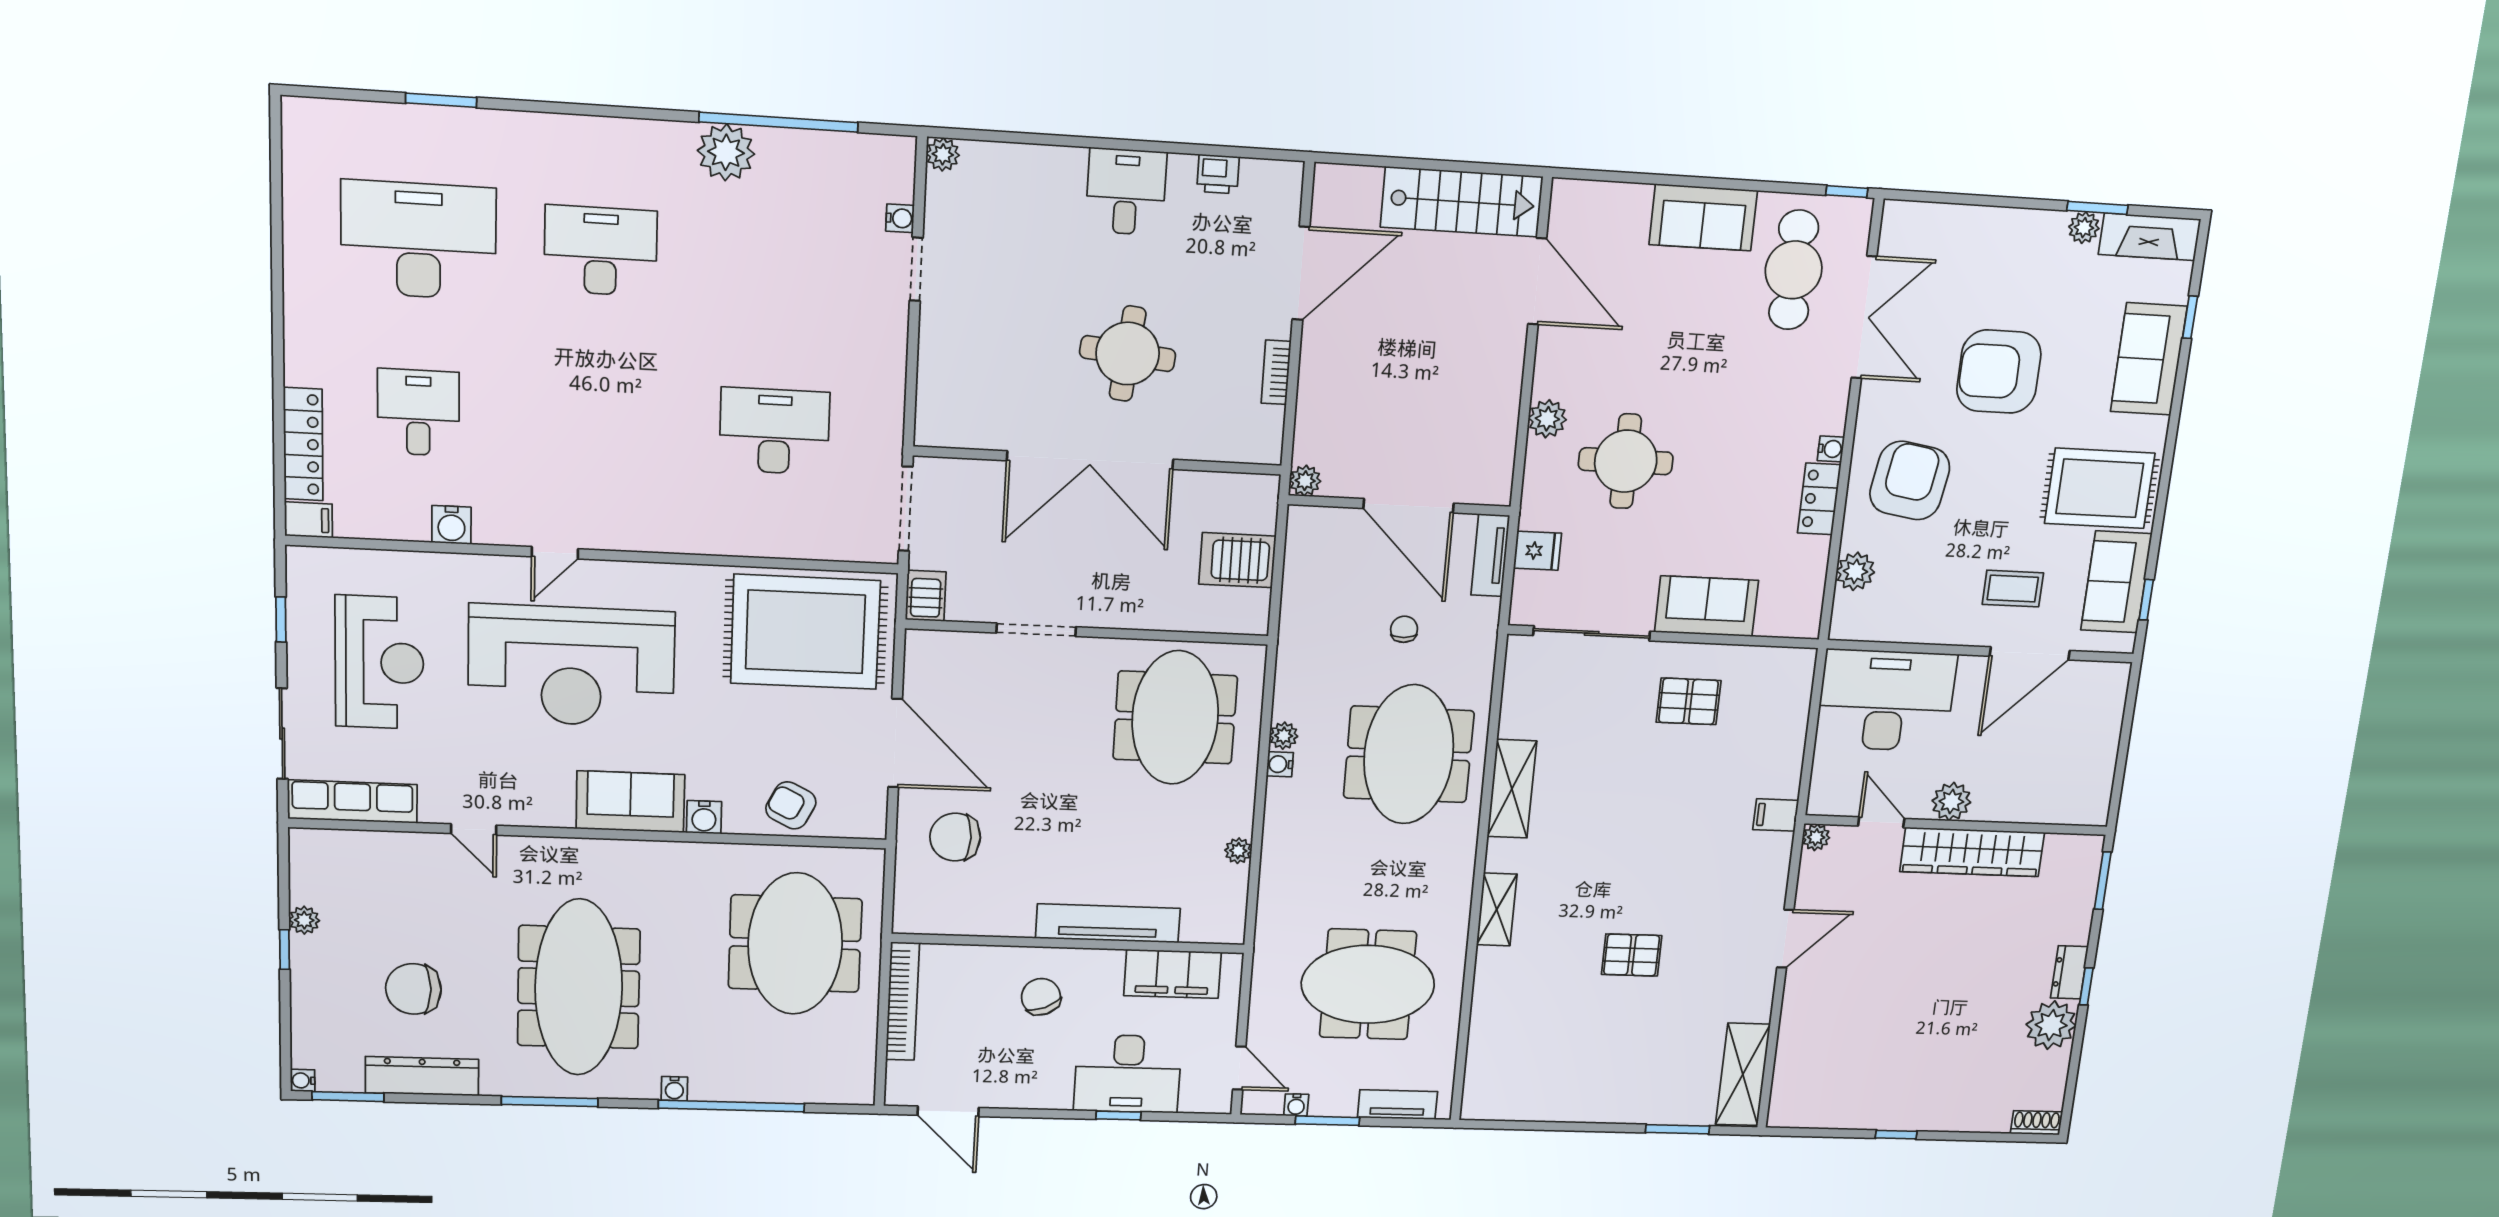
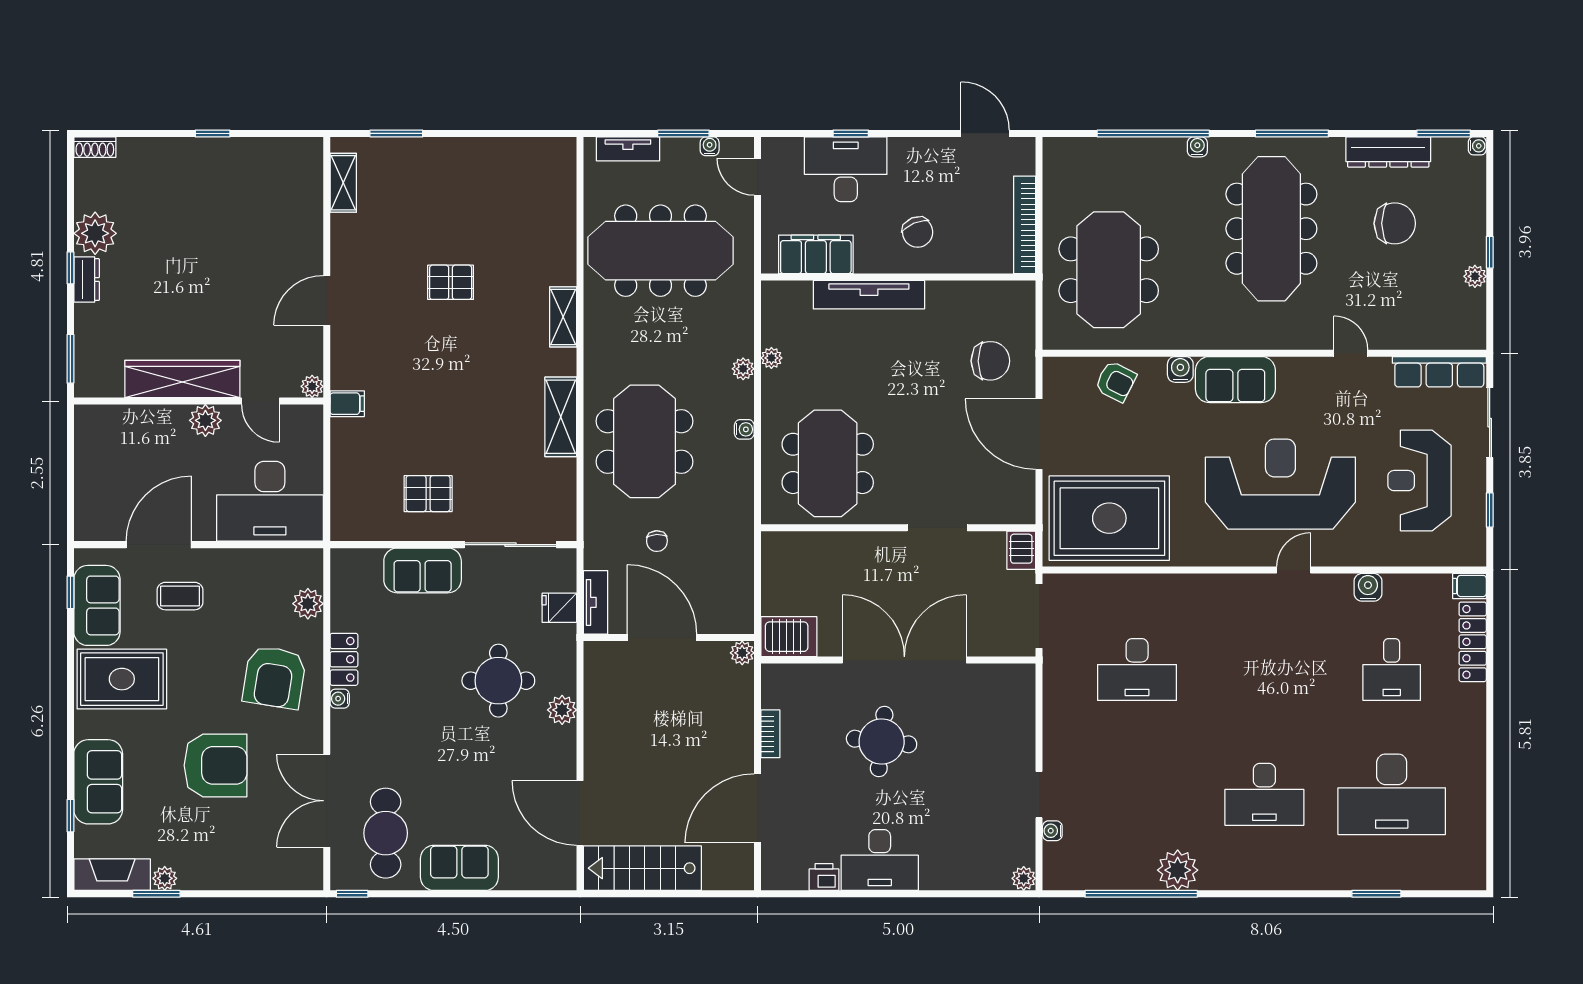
desk: (1126, 192) -> (880, 860), width x1.37
server rack: (1237, 560) -> (789, 637), moved
plant: (1284, 736) -> (743, 369), moved
meeting table: (1368, 984) -> (661, 251), width x1.36
shelving: (1743, 1074) -> (343, 183), width x0.67, depth x0.75

